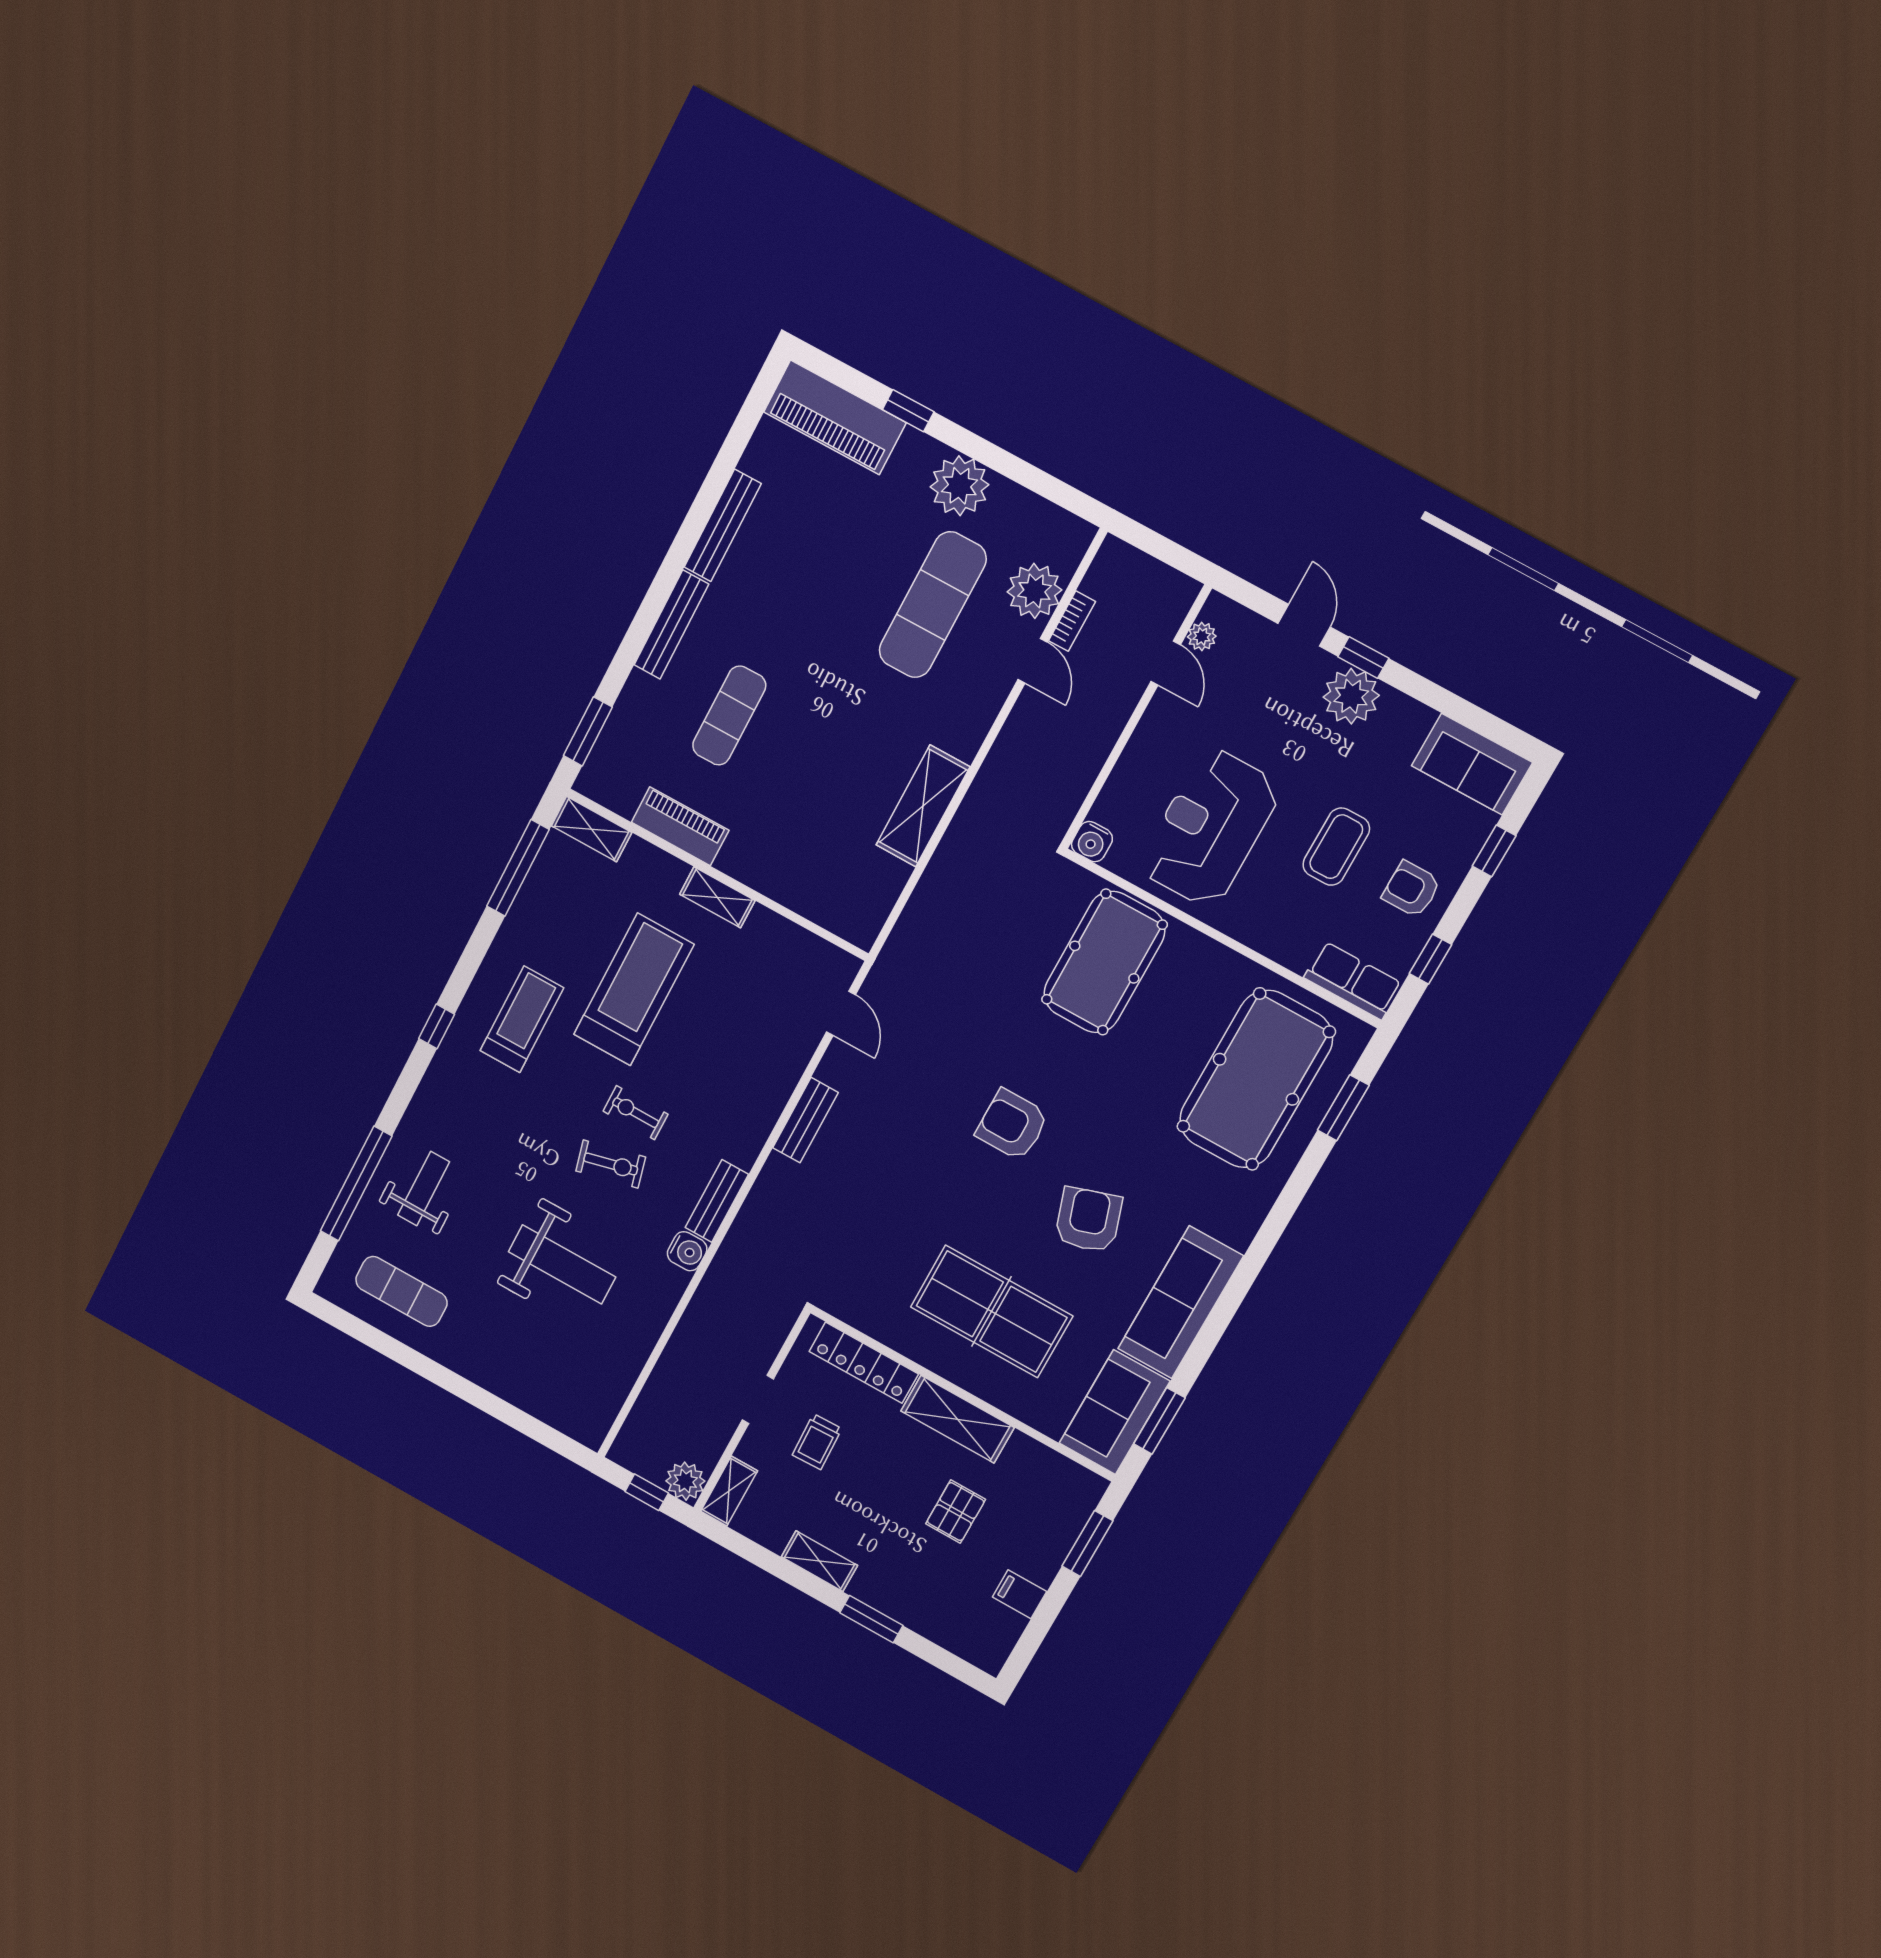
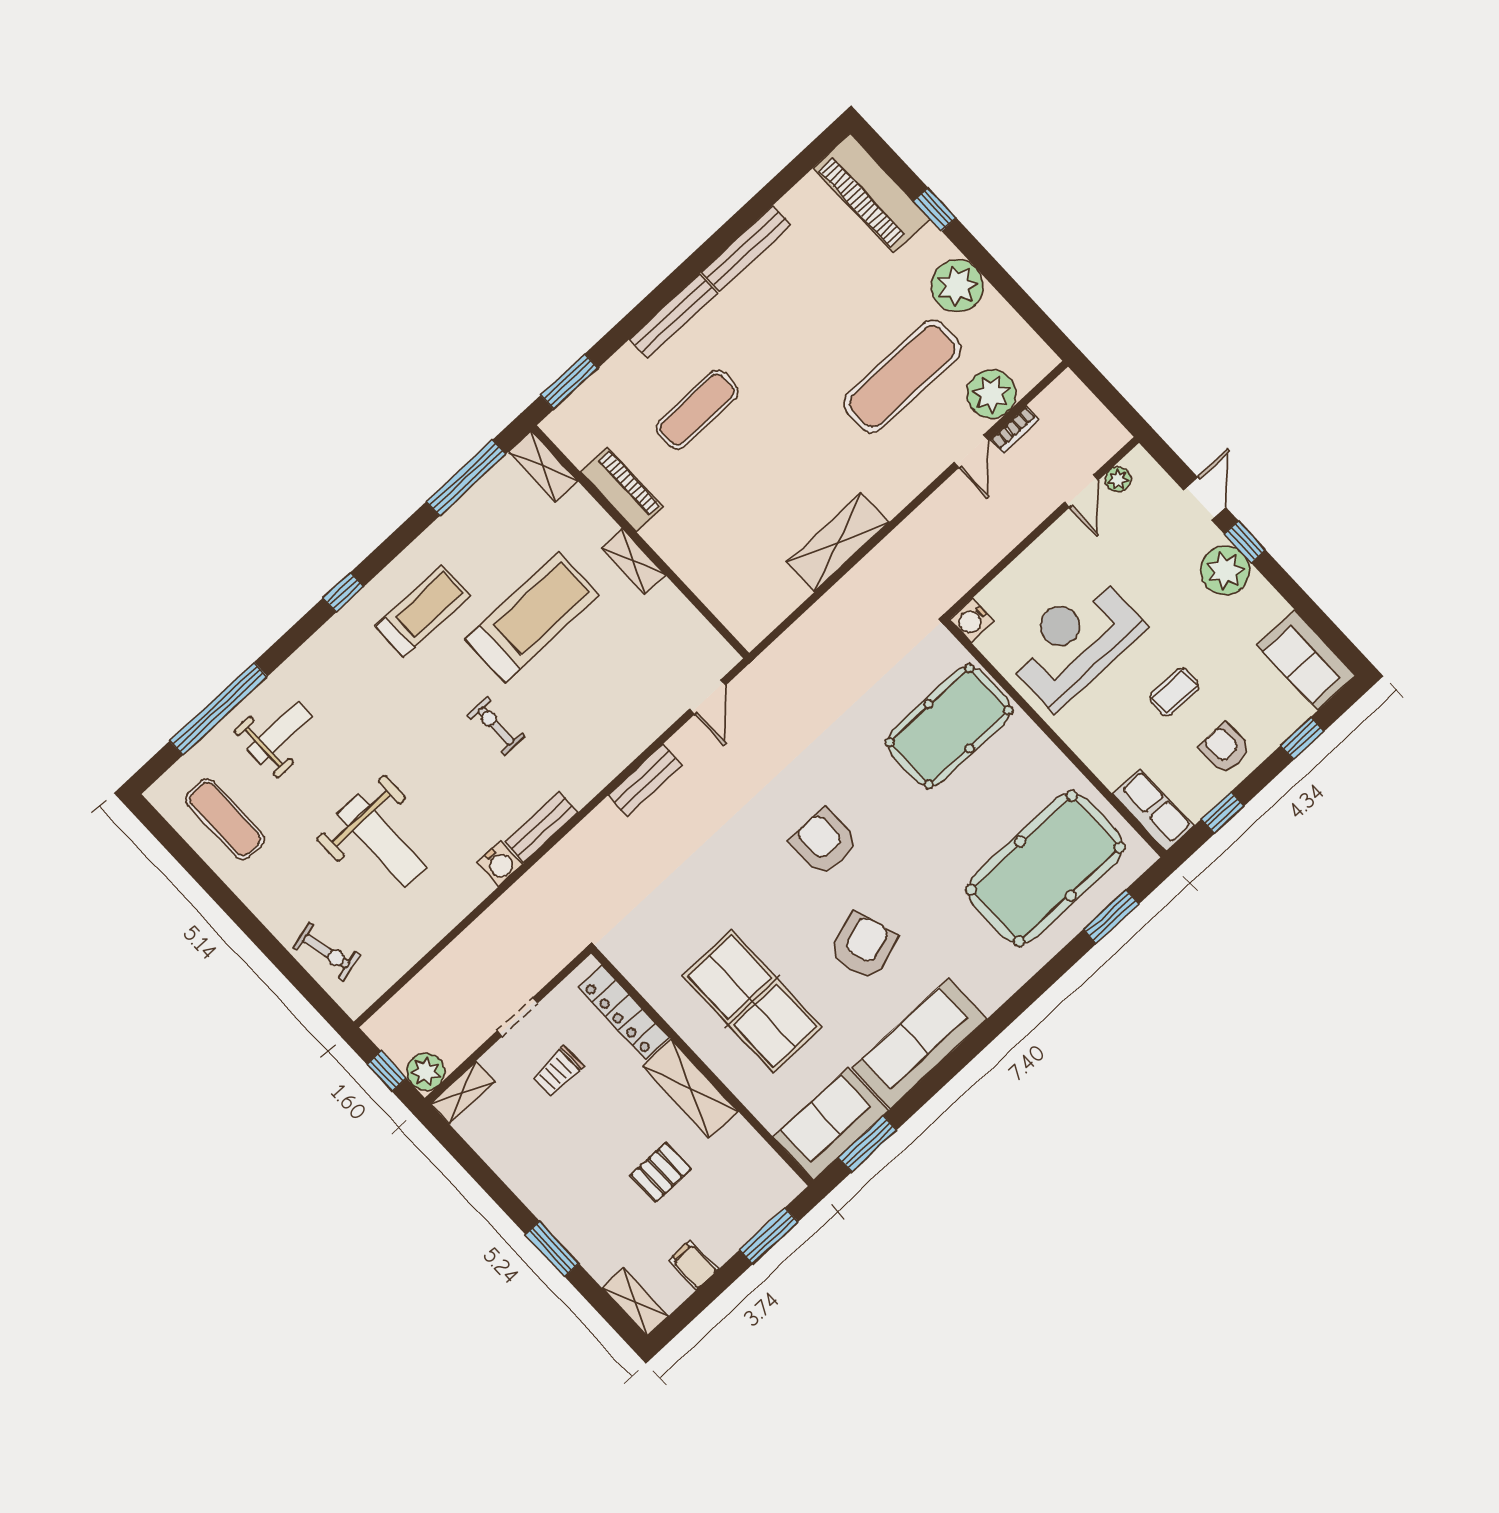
coffee table: (1336, 847) -> (1174, 692), width x0.73, depth x0.77
exercise bike: (611, 1164) -> (326, 951), moved
shelving: (819, 1561) -> (635, 1302), moved

